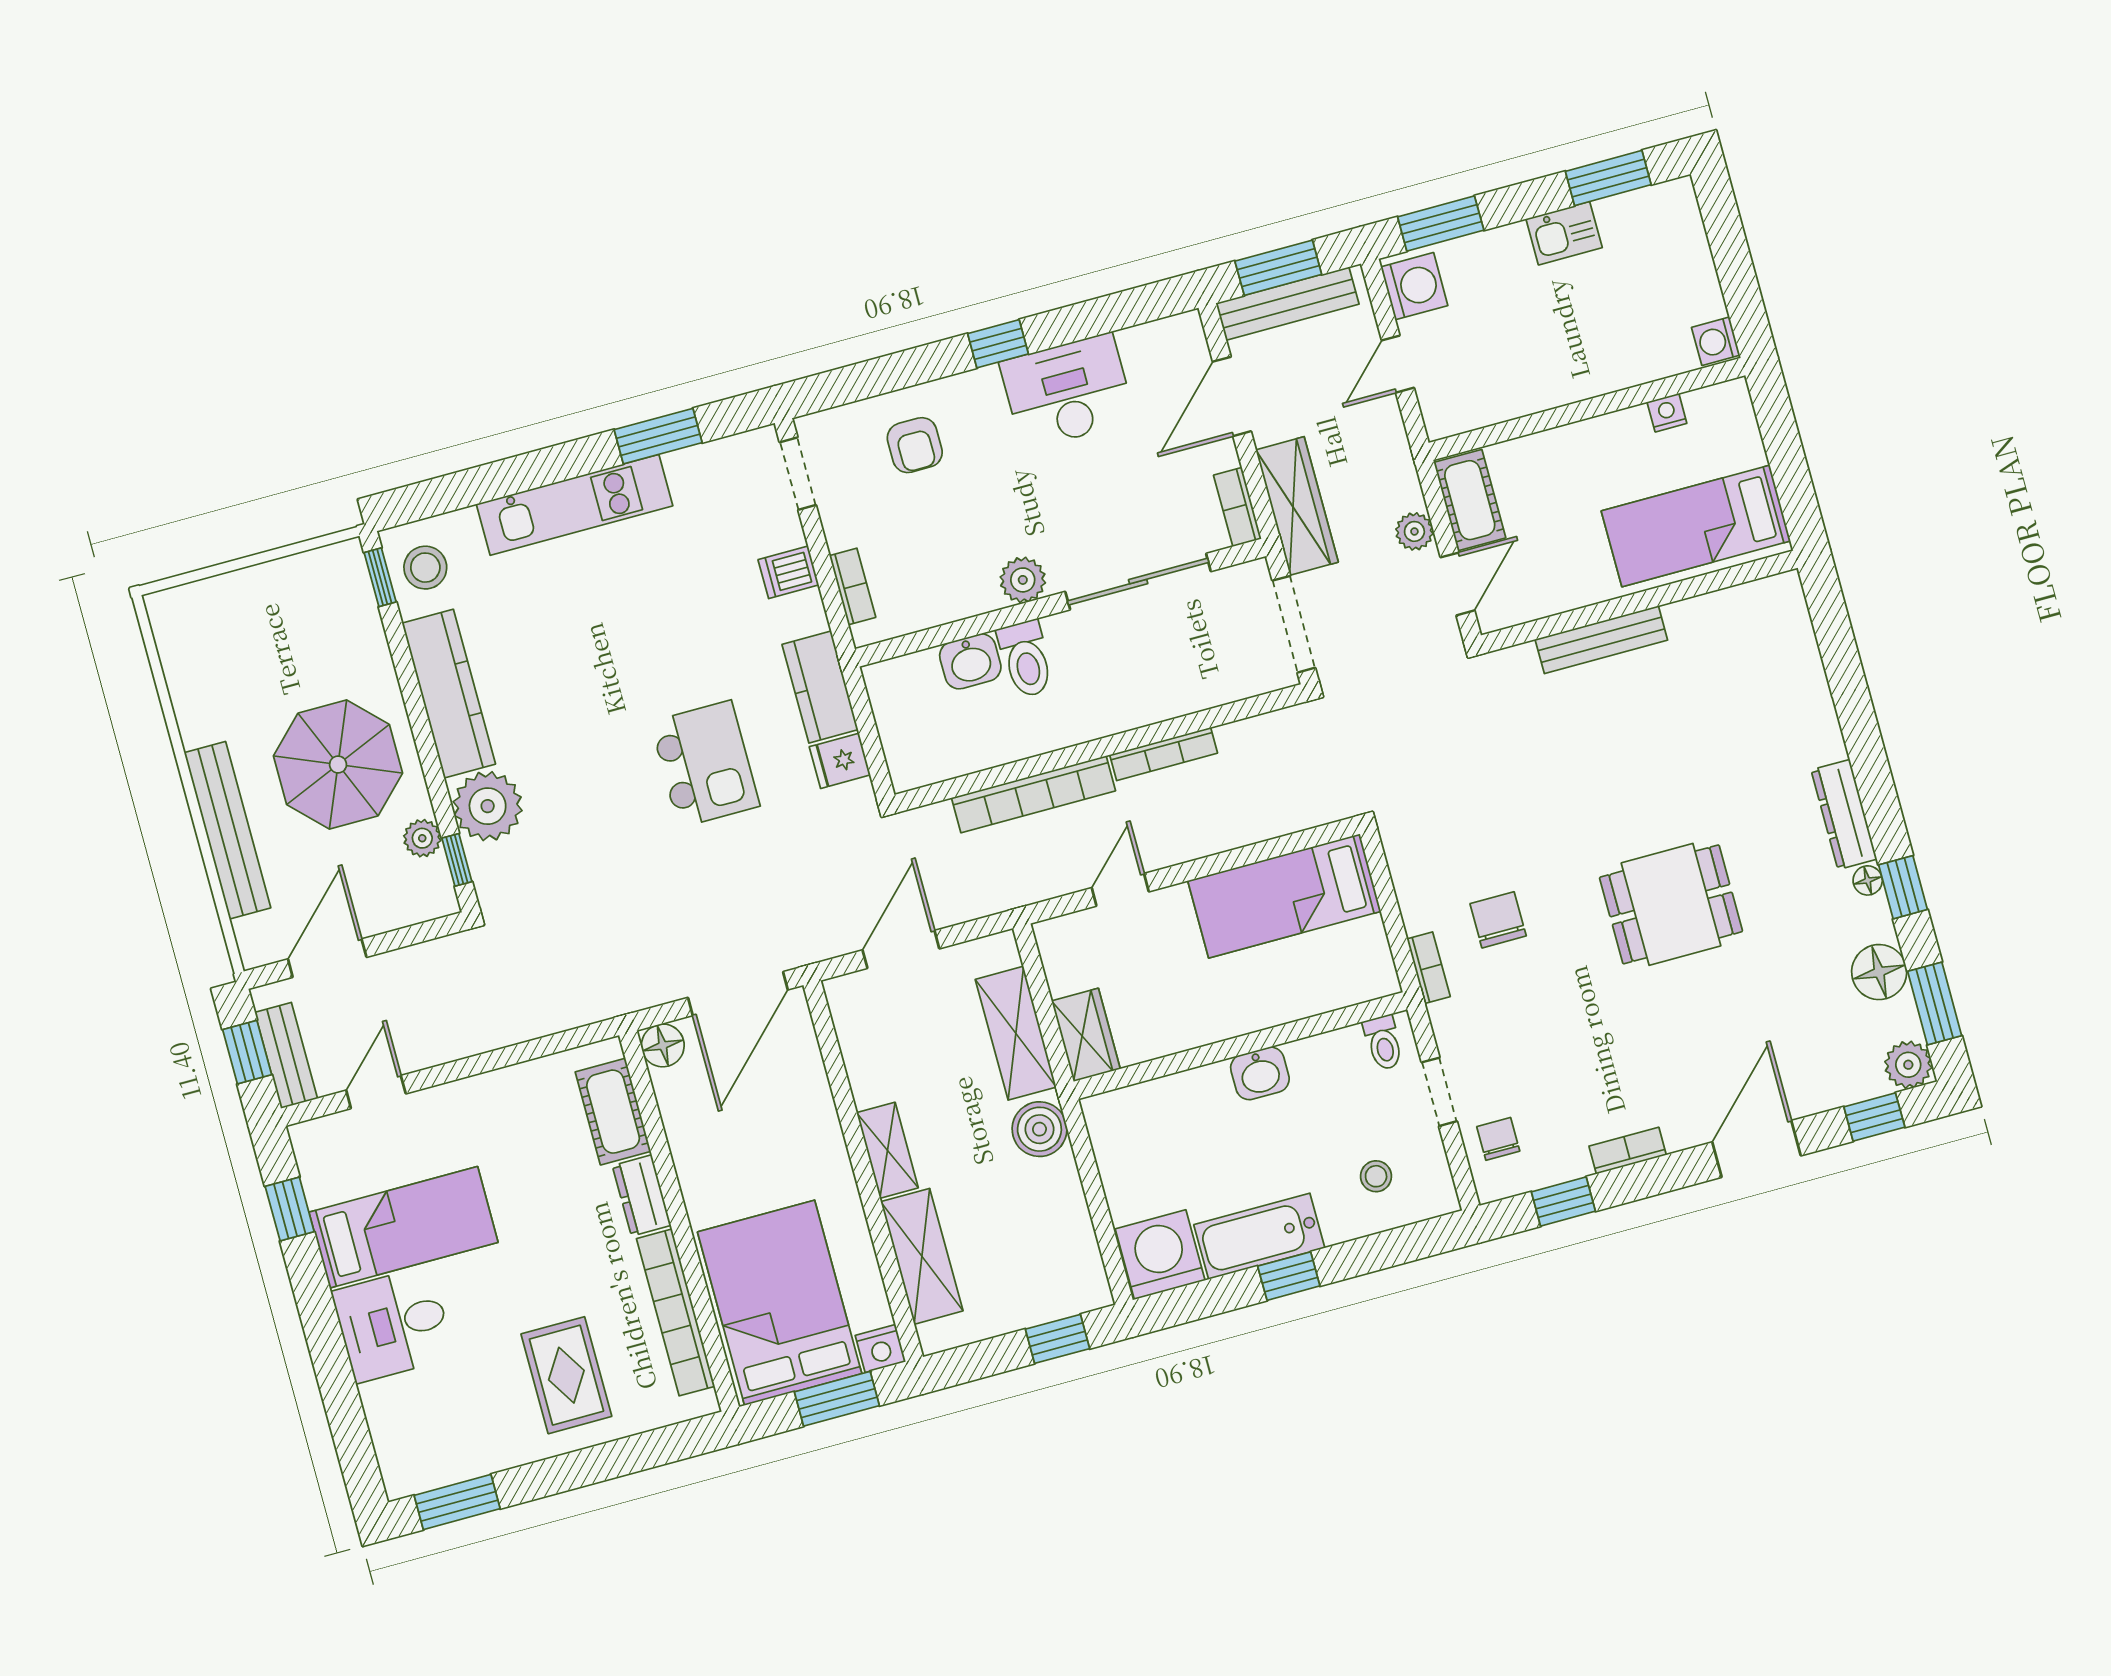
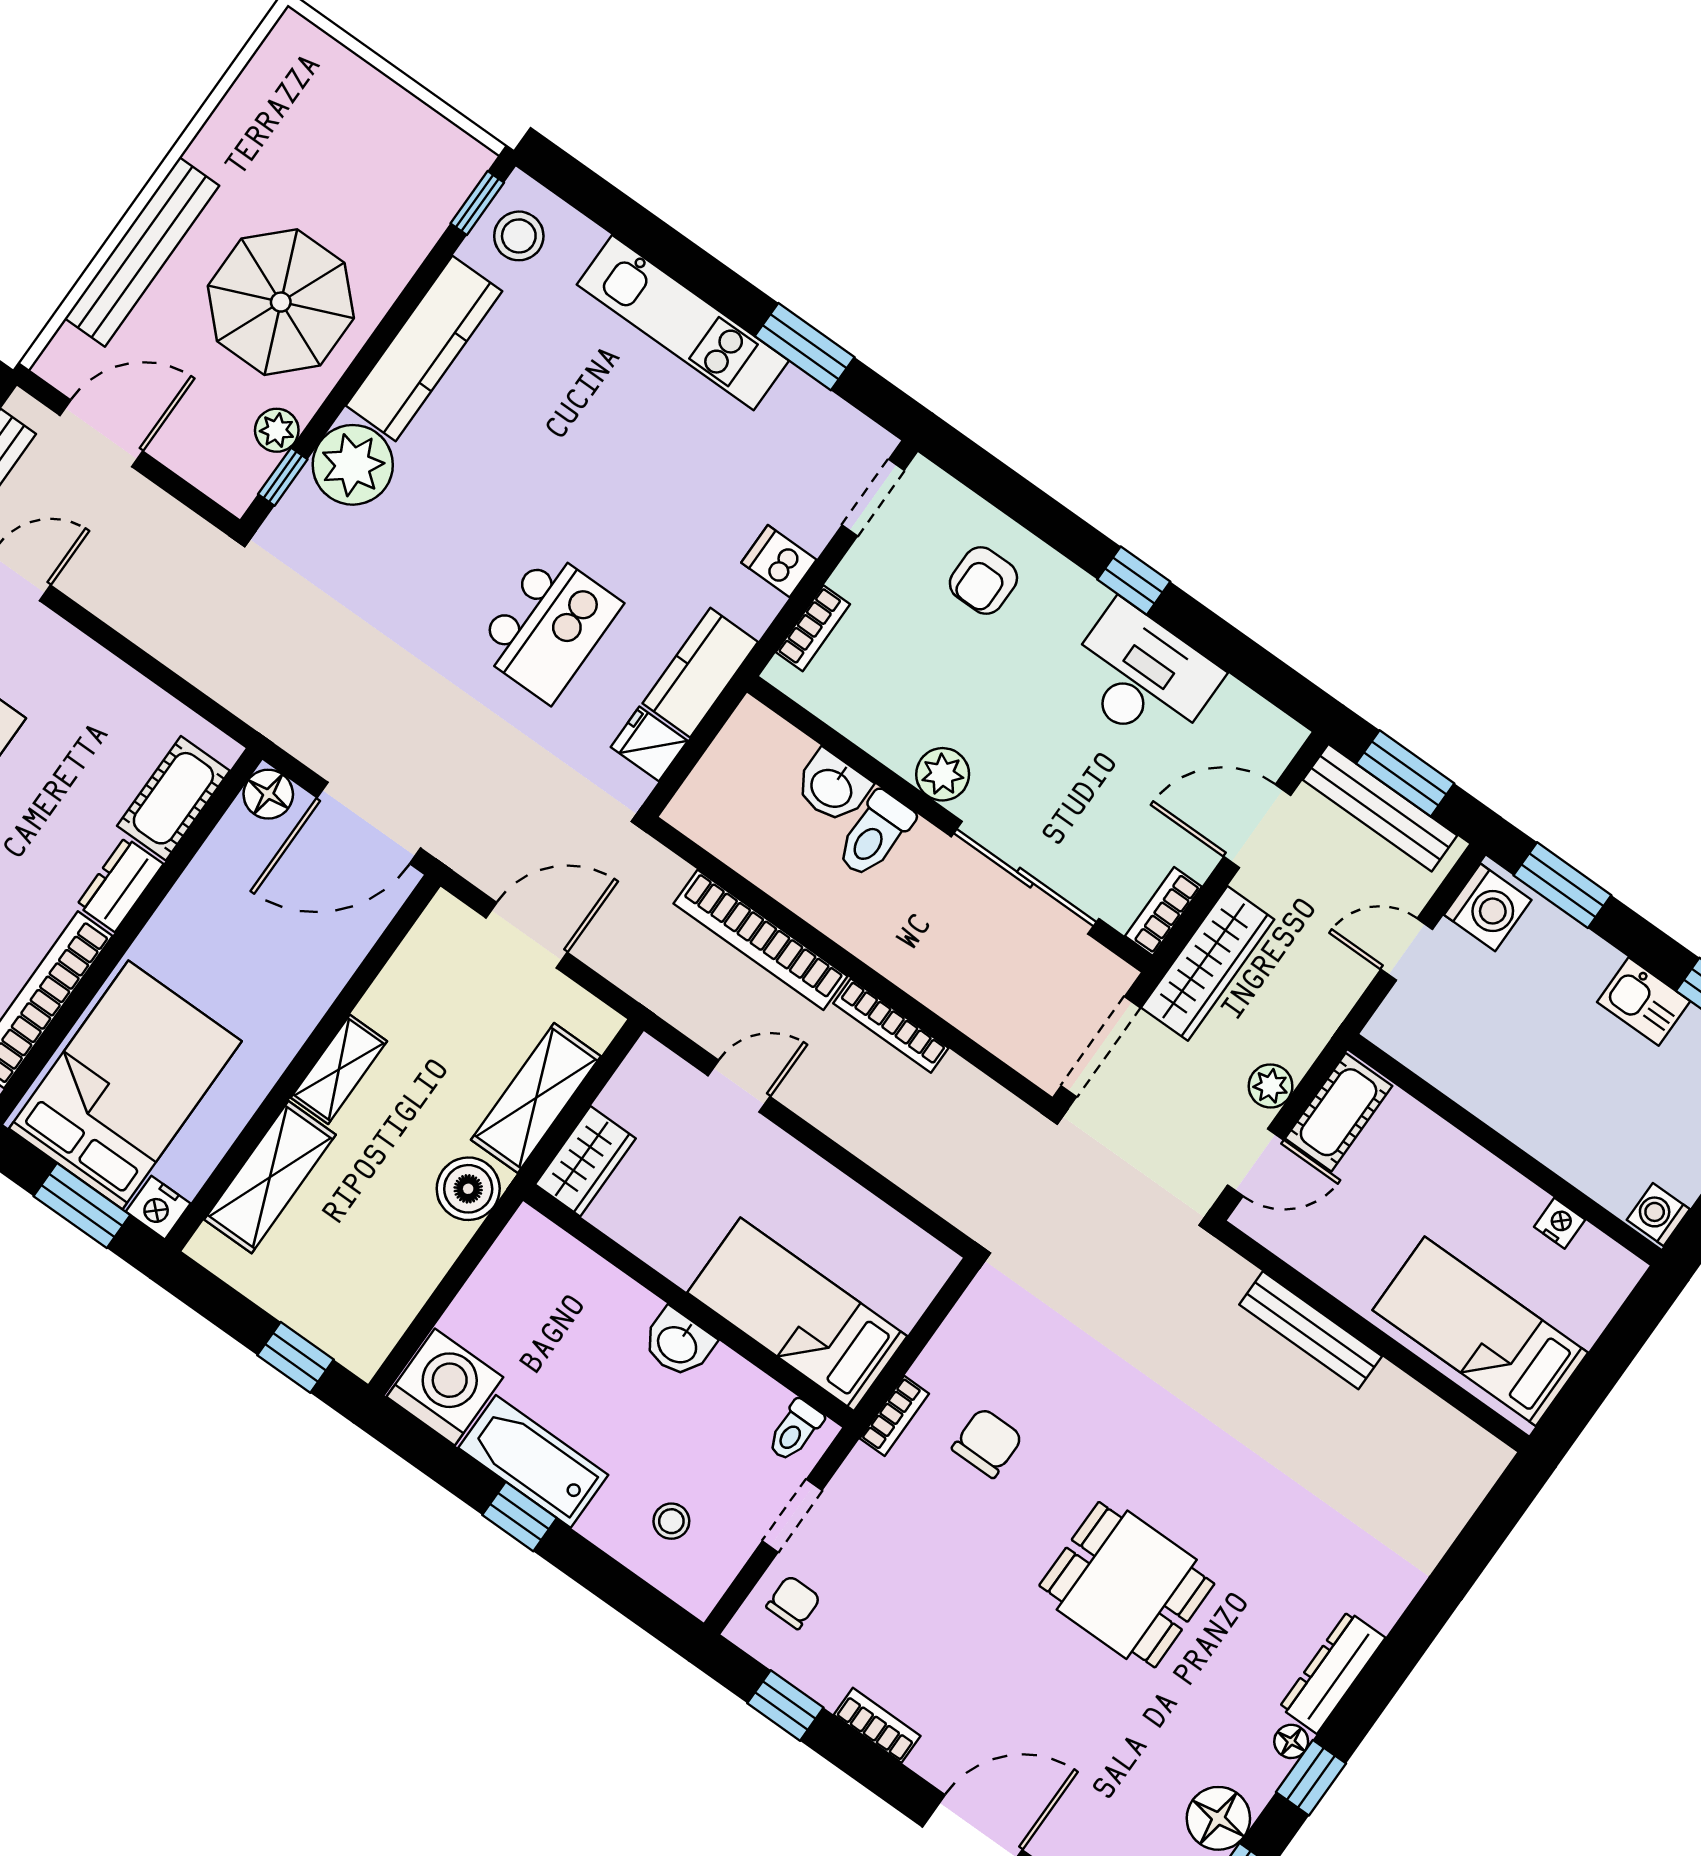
bed: (1284, 896) -> (797, 1314), moved

